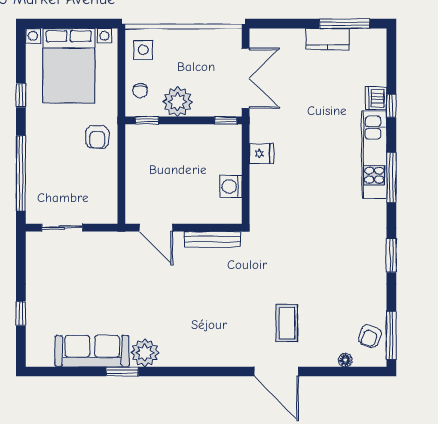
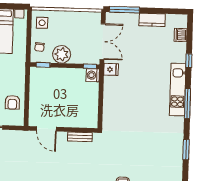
window: (345, 24) -> (124, 10), moved
dishwasher: (376, 98) -> (181, 35), moved
armchair: (97, 137) -> (12, 102), moved
fridge: (261, 154) -> (111, 69), moved
washing machine: (231, 186) -> (93, 75), moved
bench: (213, 239) -> (80, 137), width x0.73

